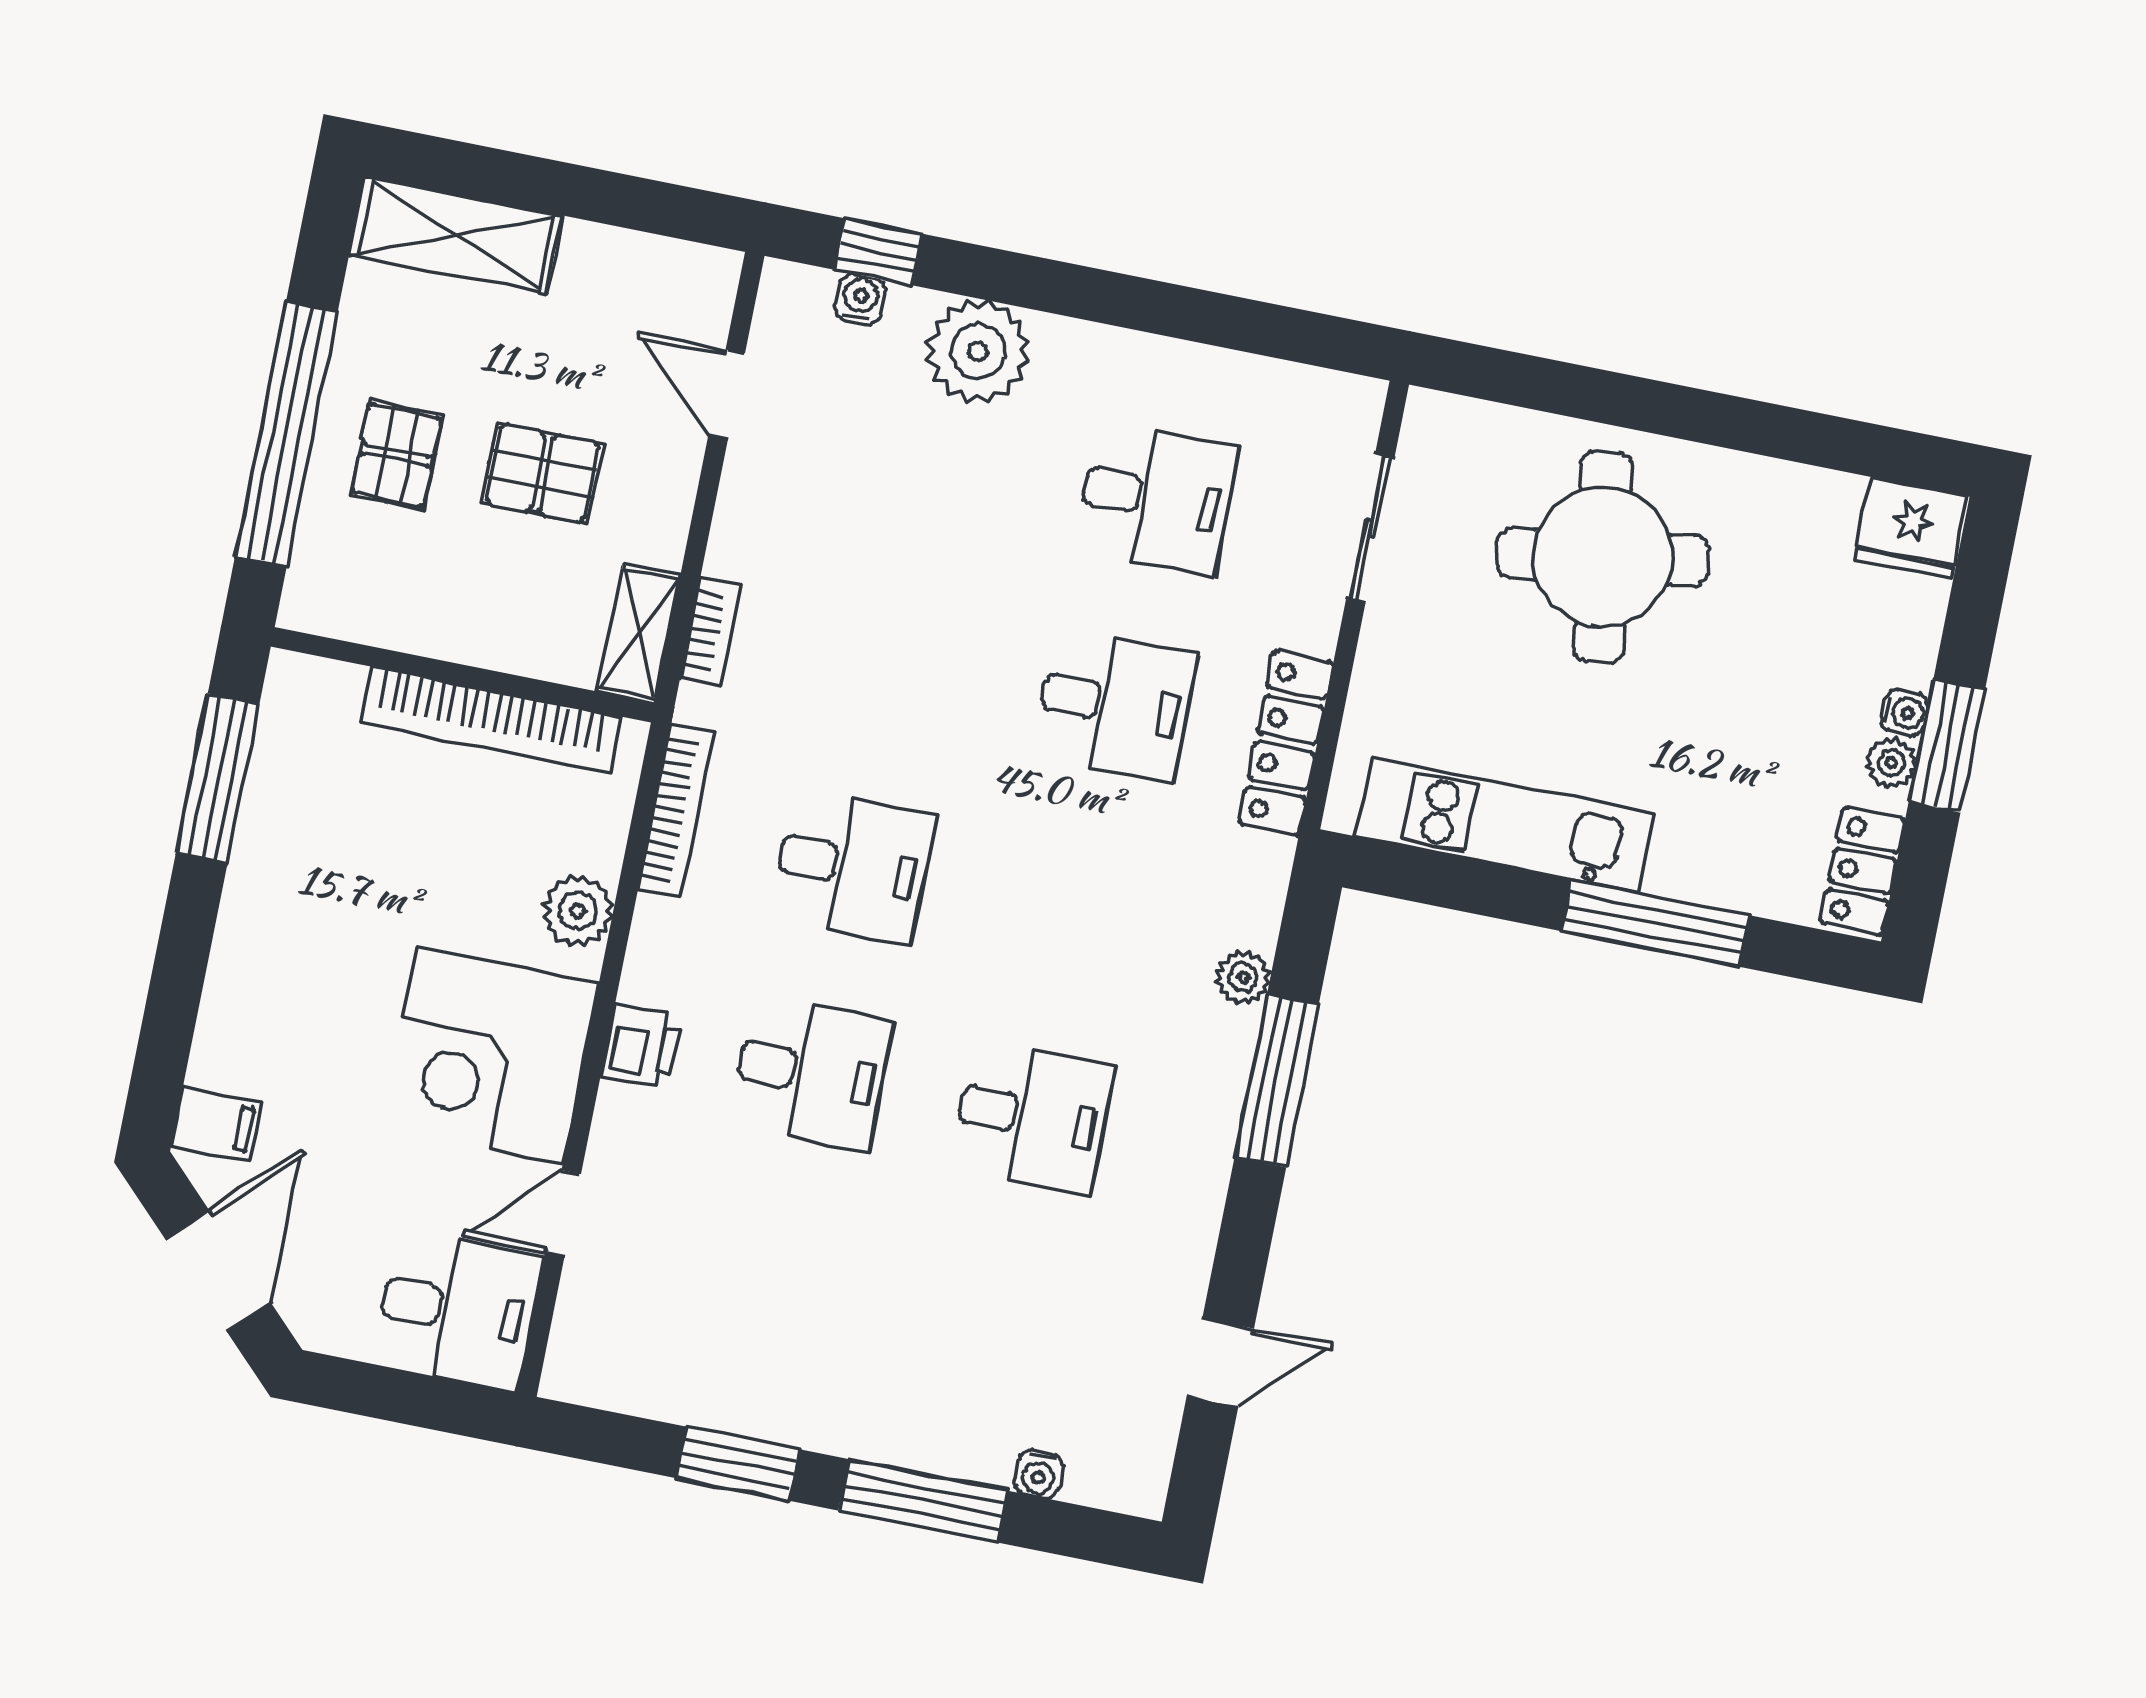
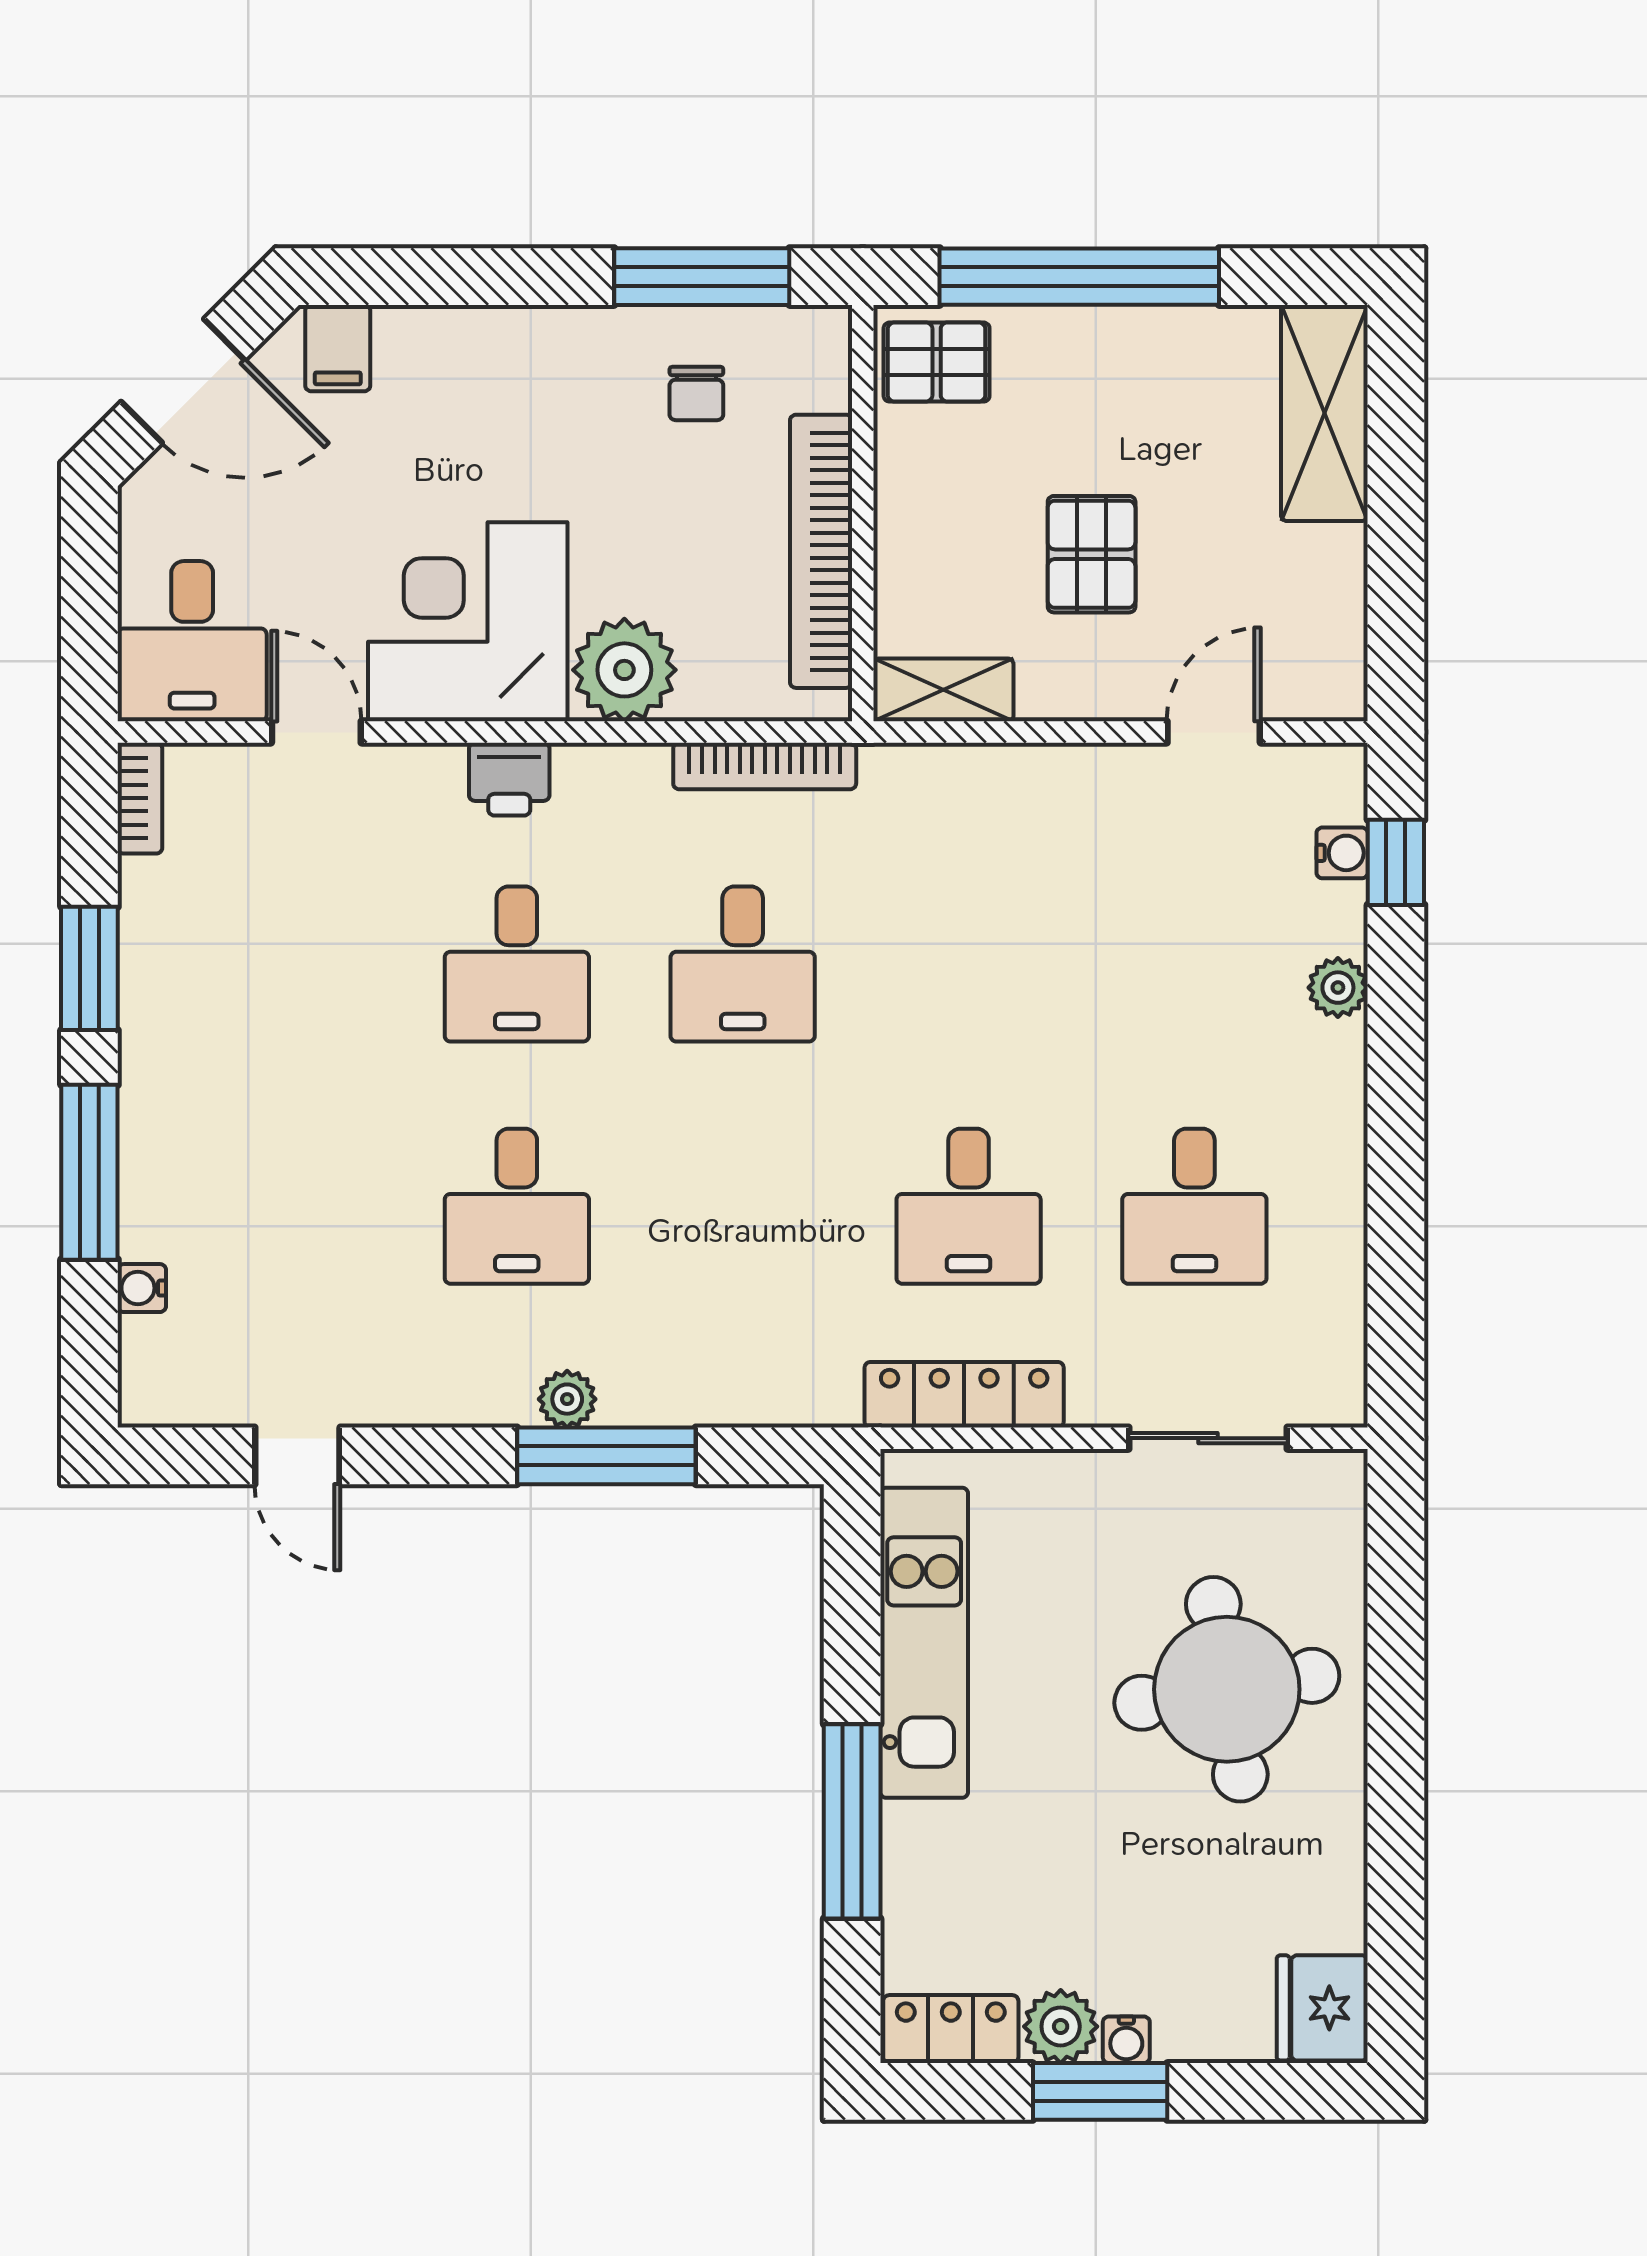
plant: (978, 351) -> (1338, 988), width x0.53, depth x0.53
pallet: (397, 455) -> (937, 362), moved
bookcase: (710, 632) -> (140, 798), moved, turned -90
plant: (1891, 763) -> (1061, 2026), width x1.38, depth x1.38
chair: (323, 805) -> (696, 394), added
plant: (578, 911) -> (624, 670), width x1.36, depth x1.36
plant: (1243, 977) -> (567, 1399), moved

